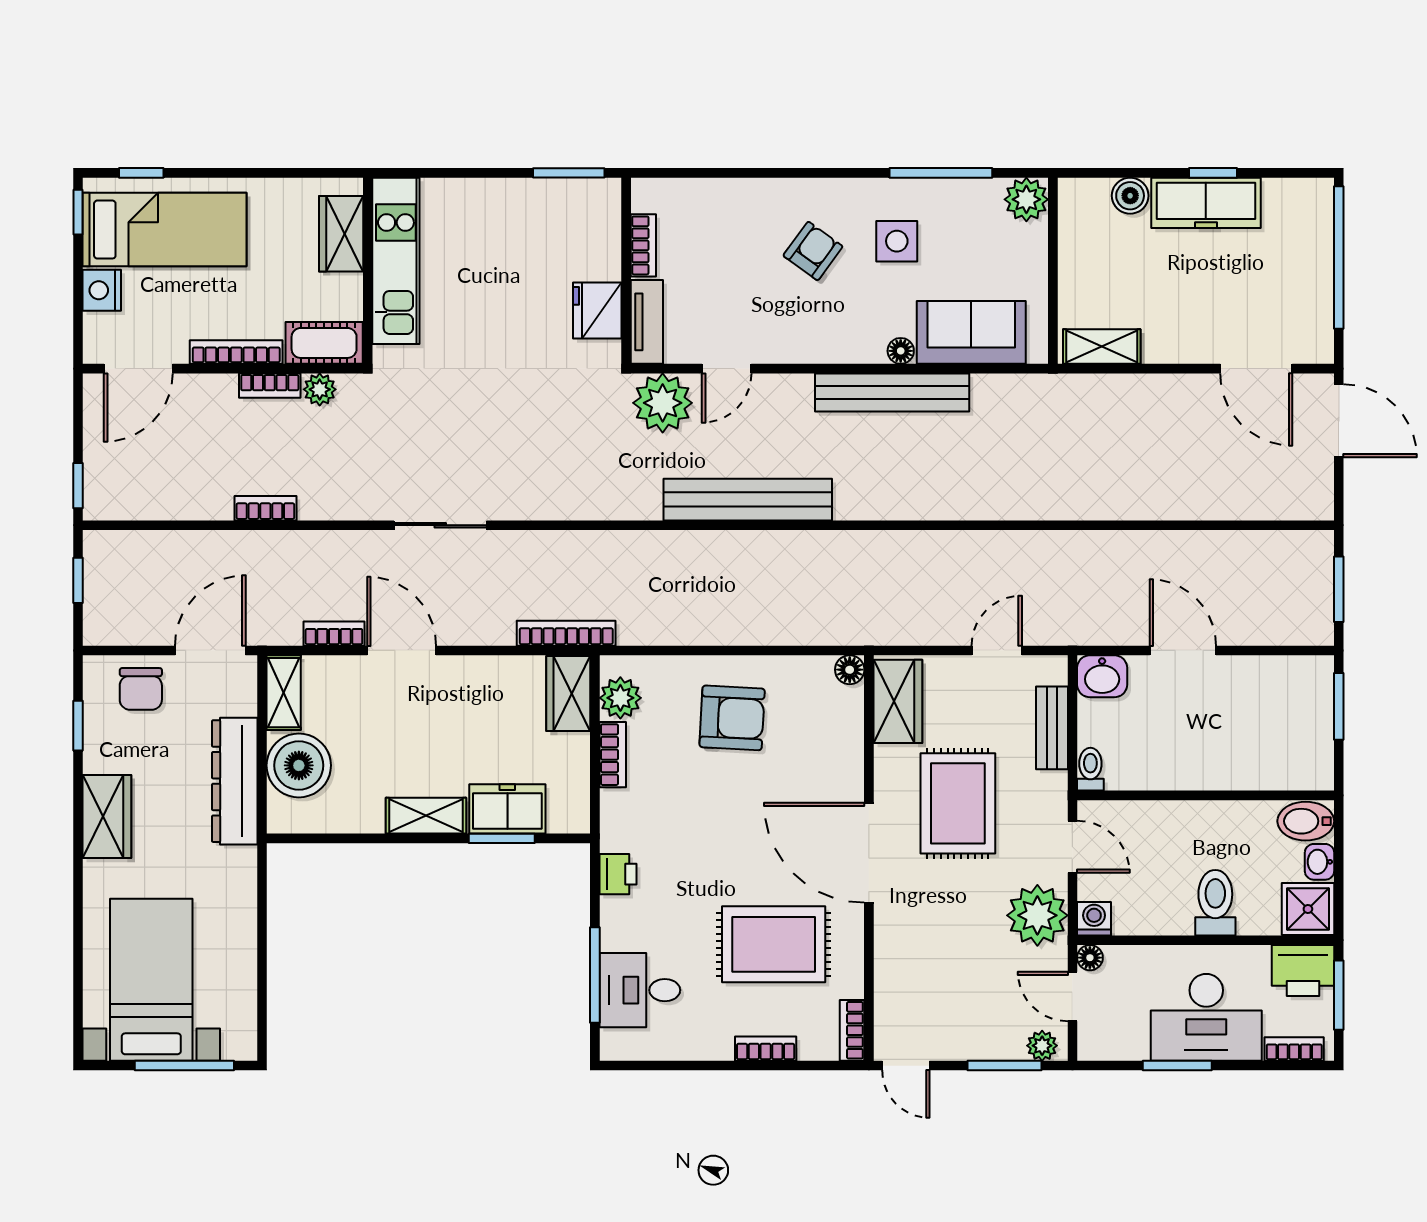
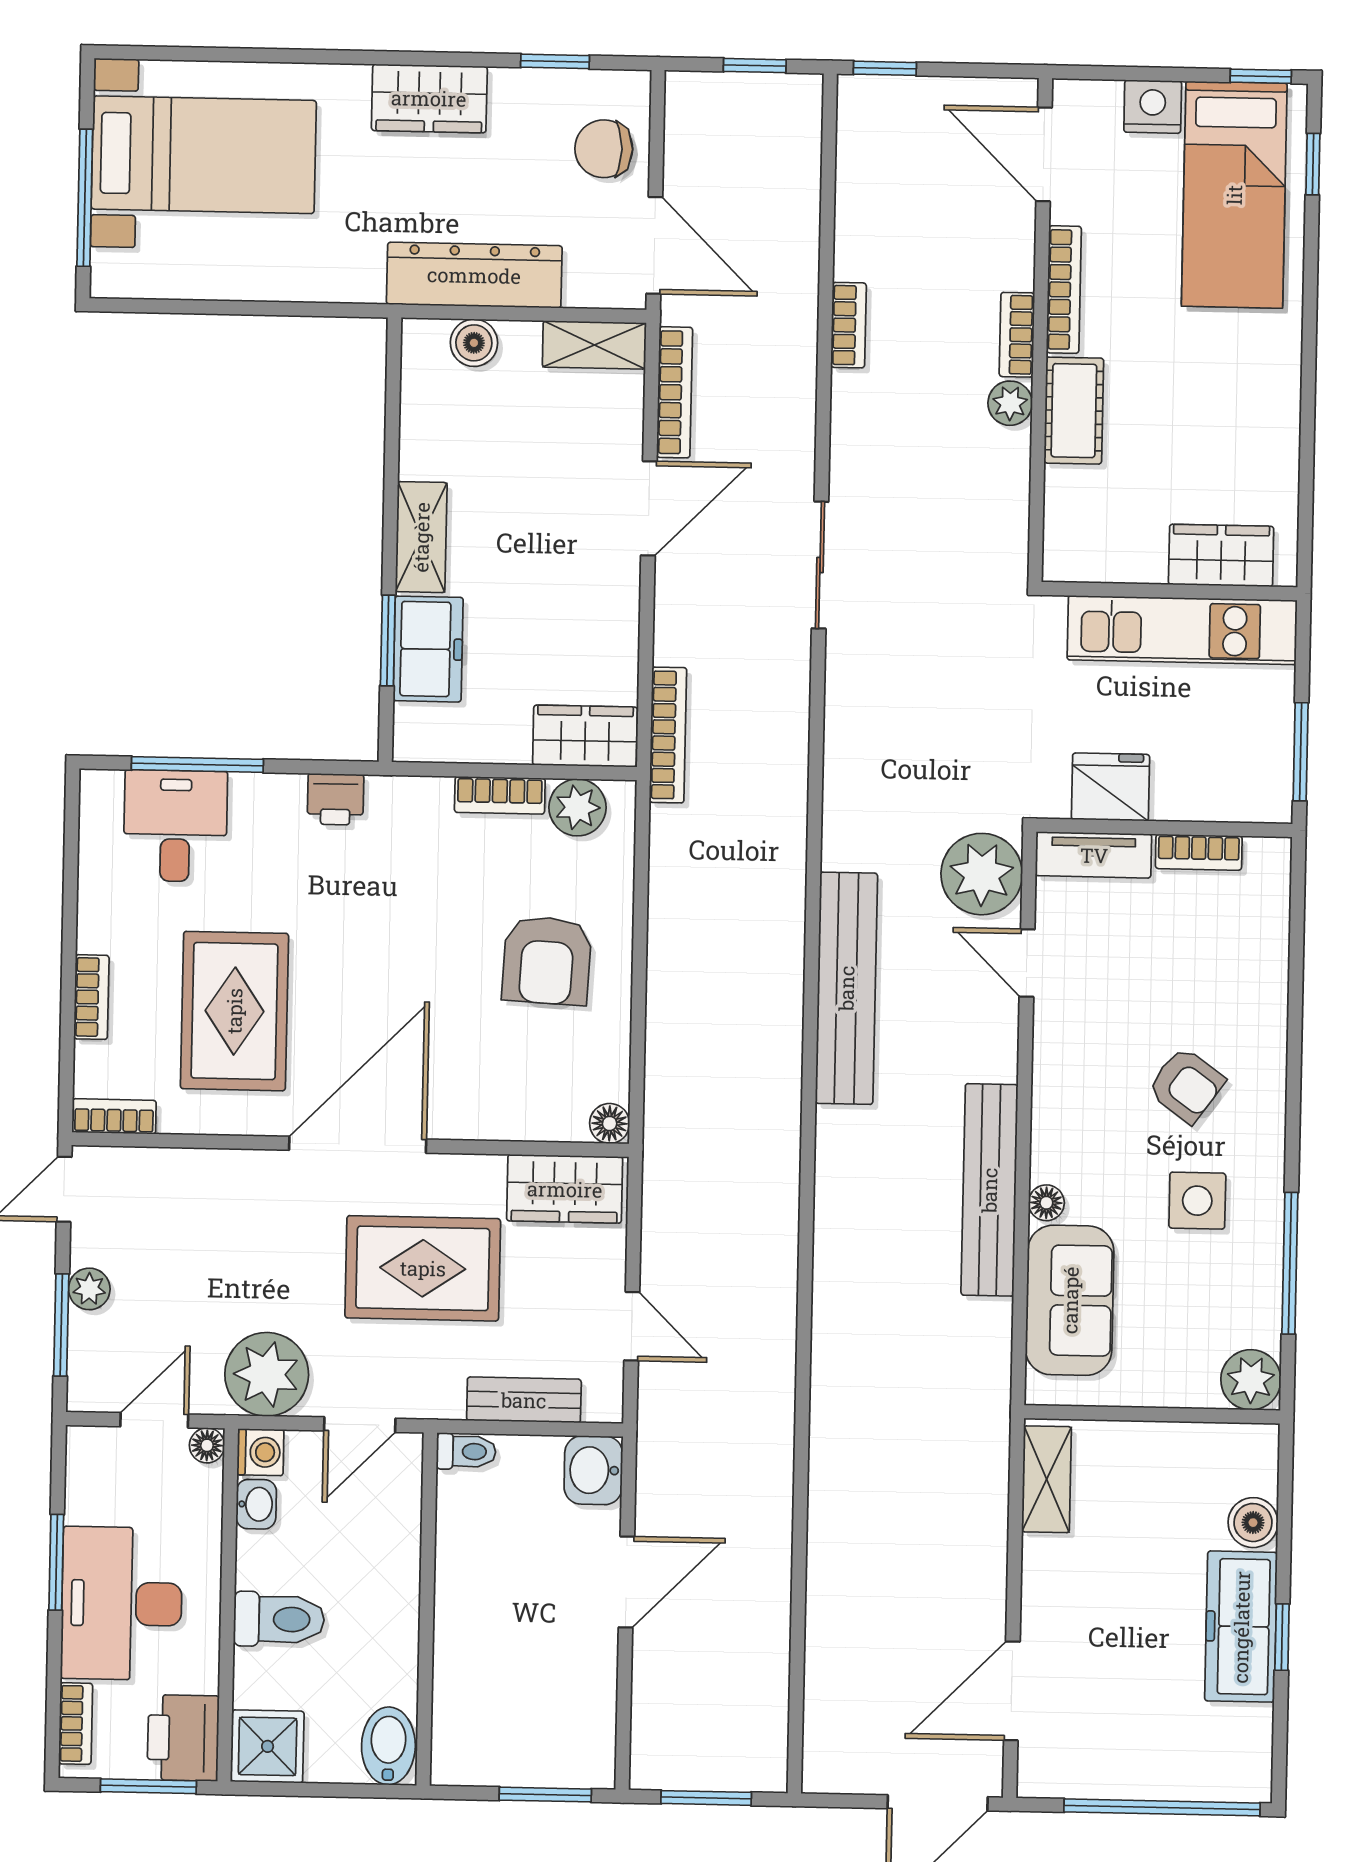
wardrobe: (341, 234) -> (1221, 555), moved
kitchen unit: (396, 261) -> (1182, 630), moved
wall: (368, 271) -> (1169, 591), moved
bookcase: (334, 634) -> (675, 392), width x1.56
boiler: (299, 765) -> (474, 343), width x0.54, depth x0.54
washbasin: (1319, 862) -> (256, 1504), moved, turned 90
plant: (1042, 1046) -> (89, 1289), moved

